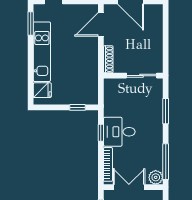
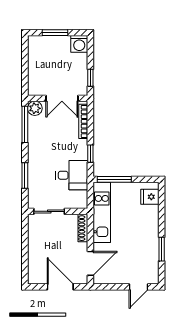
window: (31, 23) -> (162, 249), moved
kitchen unit: (42, 52) -> (102, 212), moved, turned 180
window: (77, 107) -> (114, 179), width x2.17
desk: (119, 132) -> (72, 175), moved

